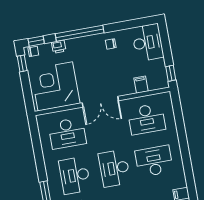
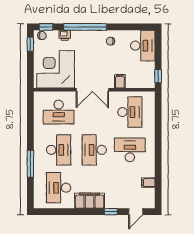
filing cabinet: (141, 85) -> (120, 81), moved
desk: (146, 119) -> (130, 112), turned -90
desk: (75, 175) -> (59, 150), turned 180

